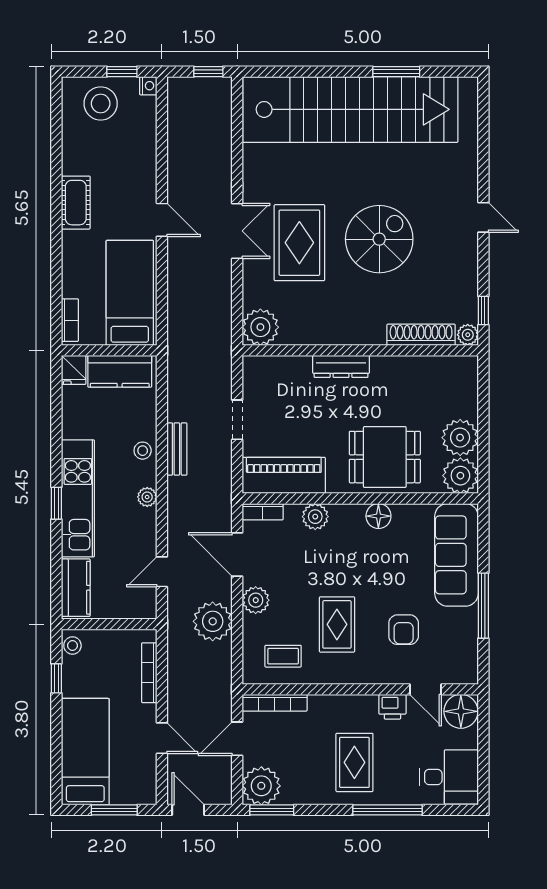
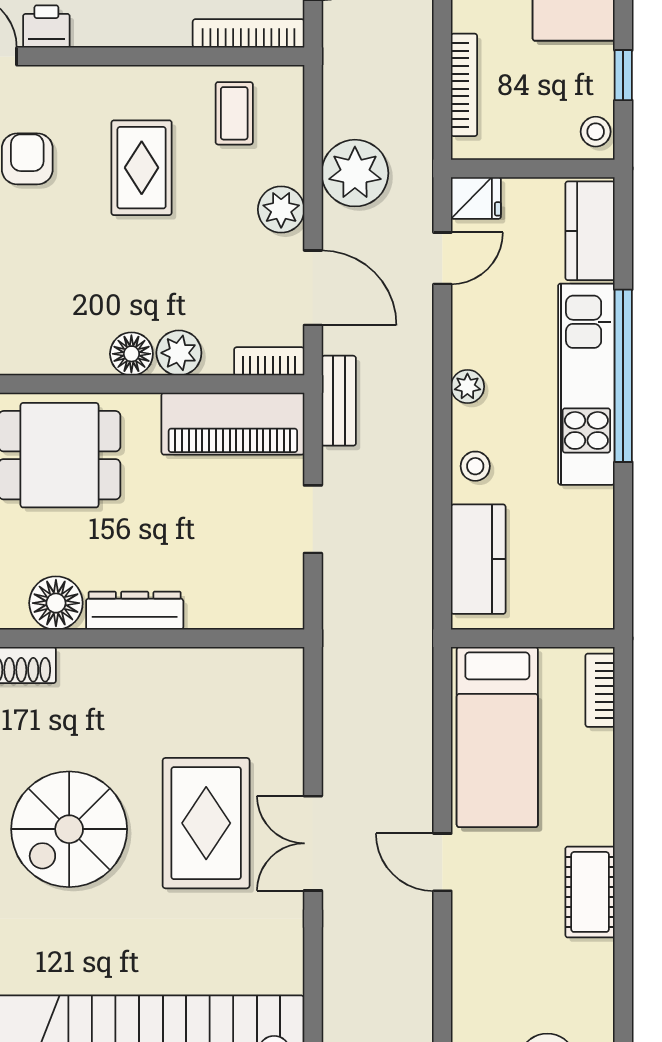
plant: (260, 327) -> (273, 678), removed
fridge: (74, 370) -> (476, 198), moved, turned 90
kitchen counter: (120, 371) -> (478, 559), moved, turned 90
floor lamp: (387, 371) -> (56, 603), added
bench: (177, 449) -> (339, 401), moved
window: (56, 503) -> (623, 376), width x3.17
floor lamp: (378, 516) -> (131, 354), moved
coffee table: (283, 656) -> (234, 113), turned 90

